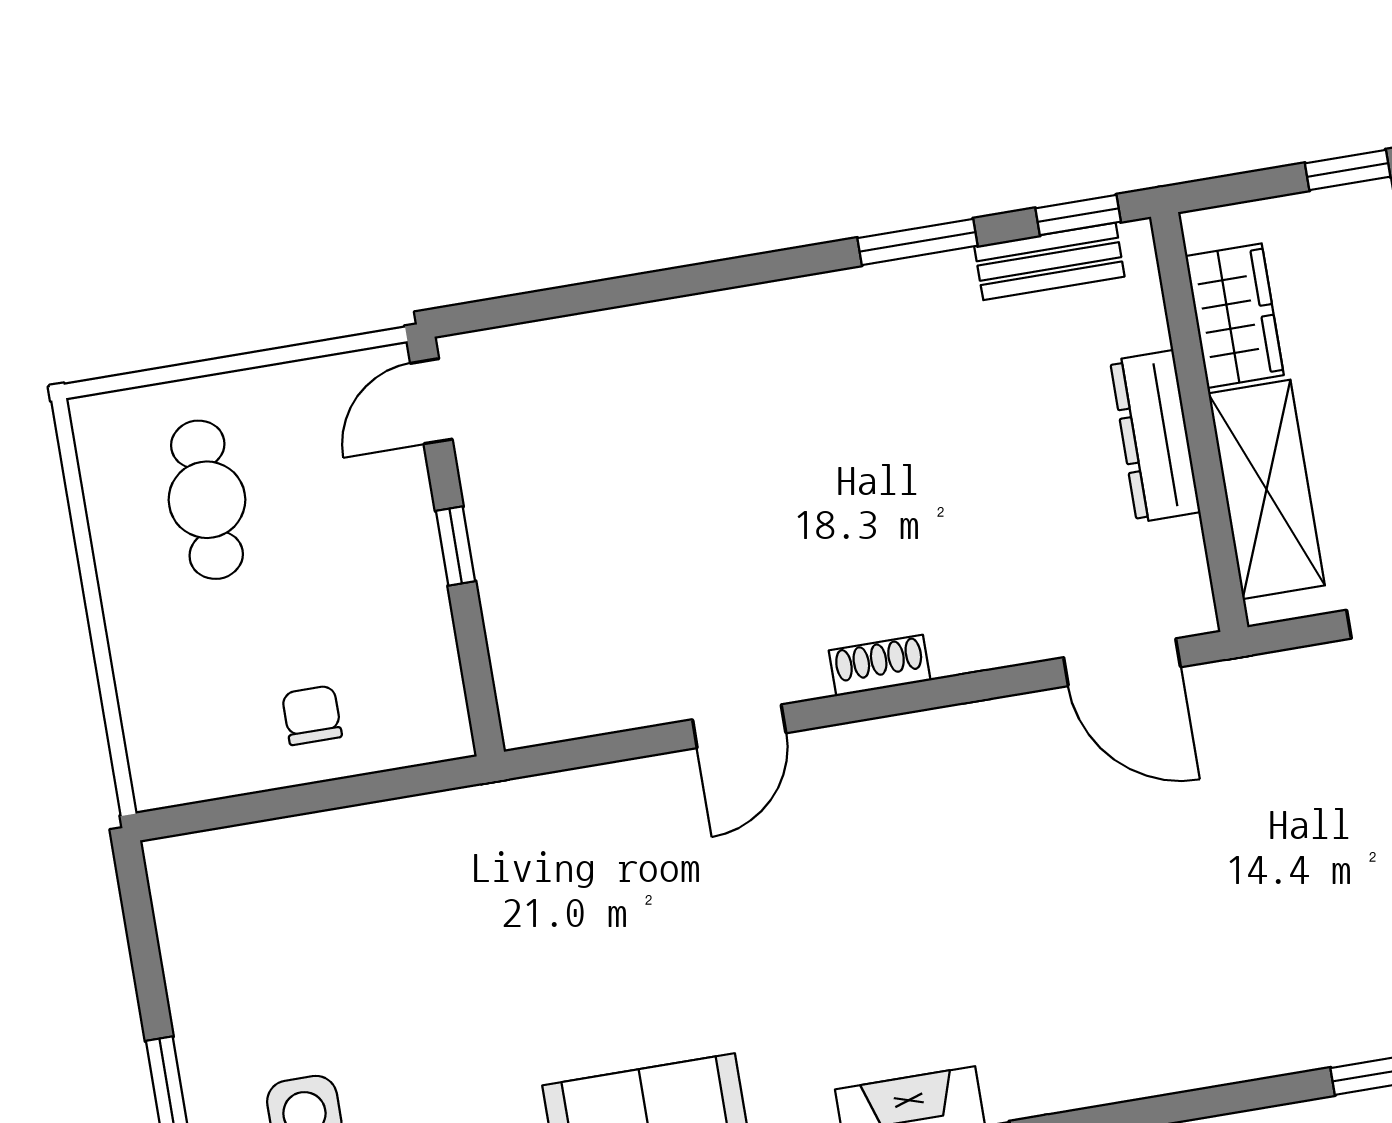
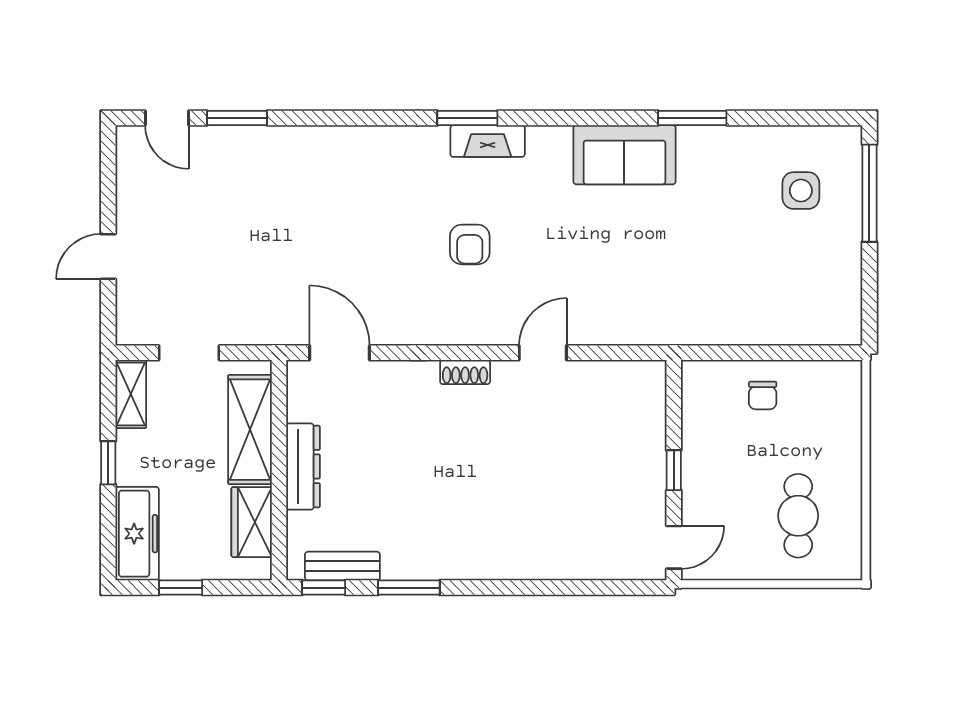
armchair: (911, 907) -> (470, 244), added

